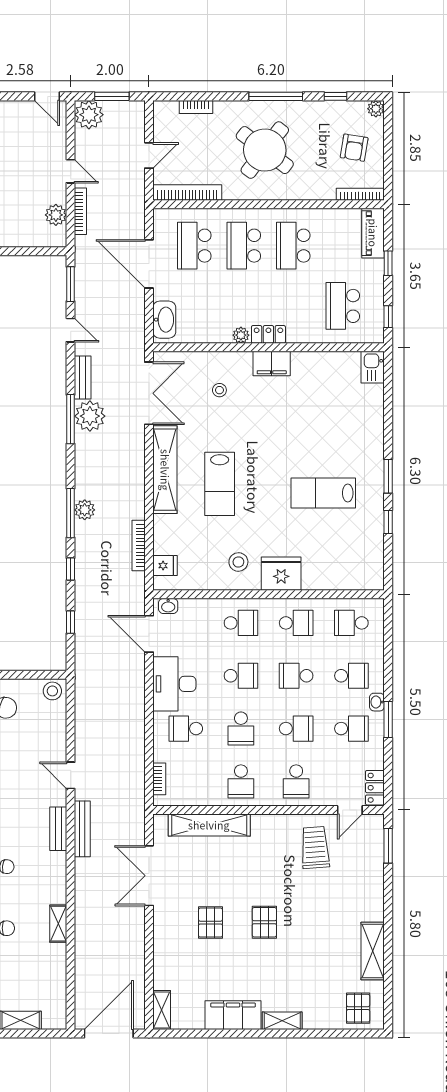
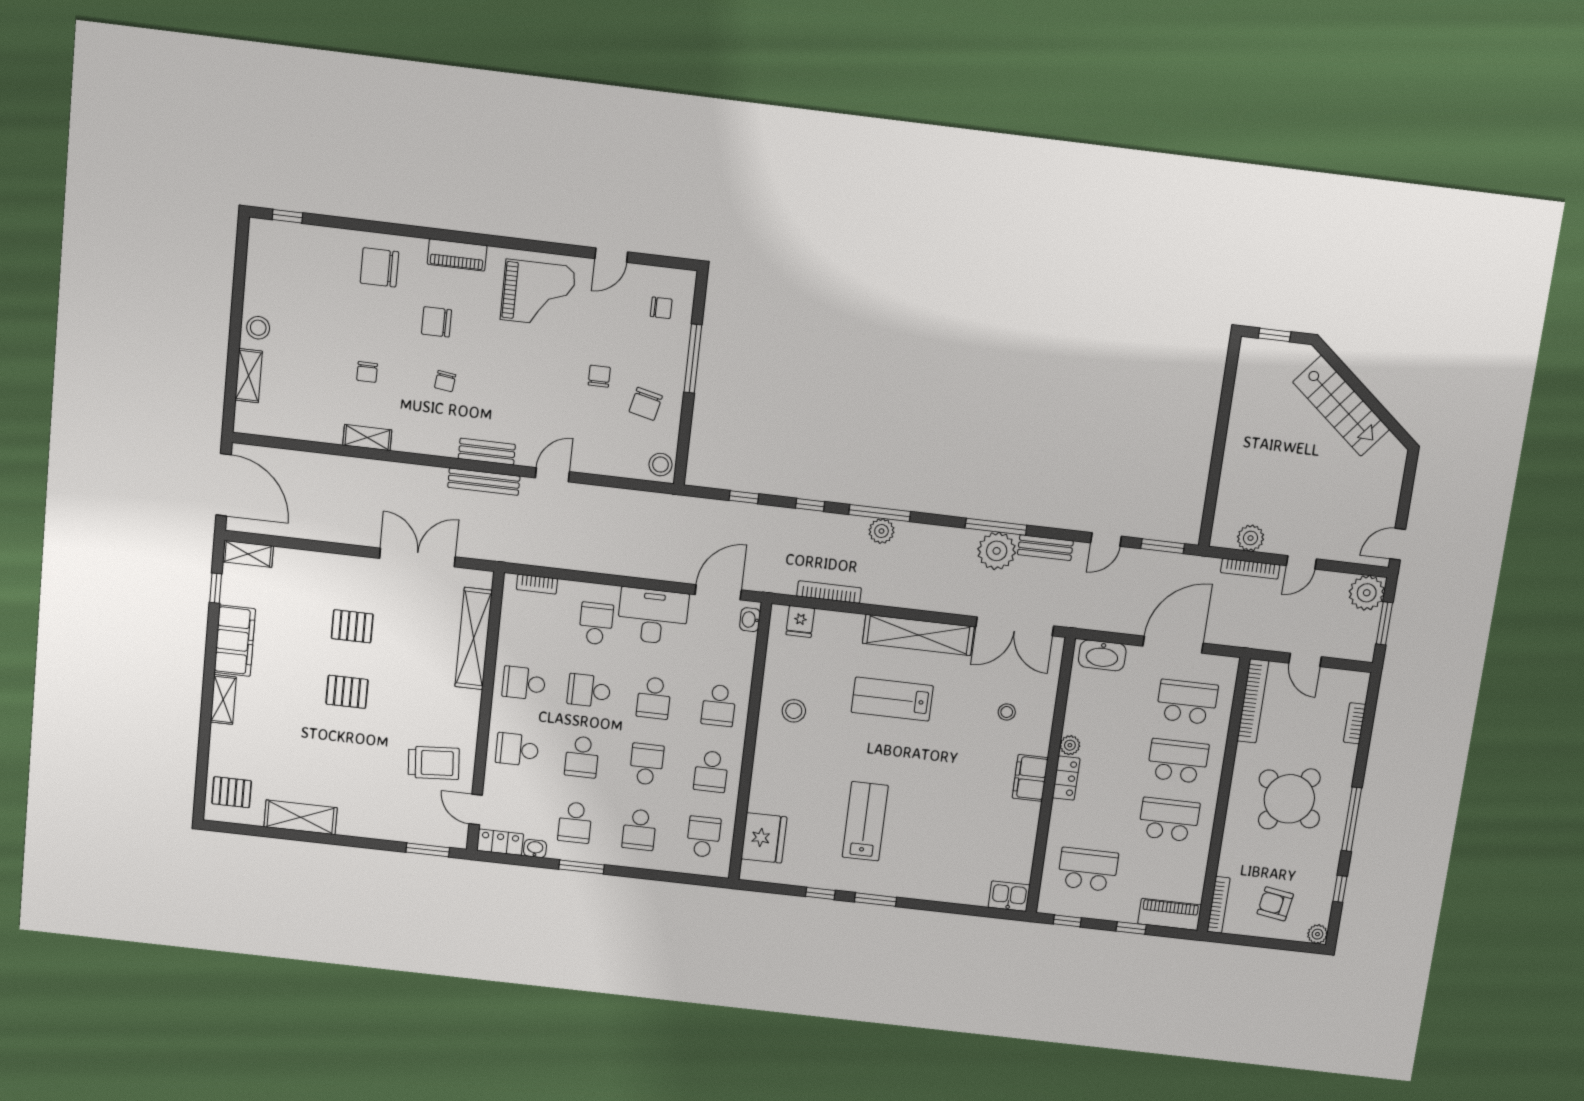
fridge: (281, 574) -> (764, 838), moved
washbasin: (377, 702) -> (535, 848), moved
window: (192, 1033) -> (216, 588), added

